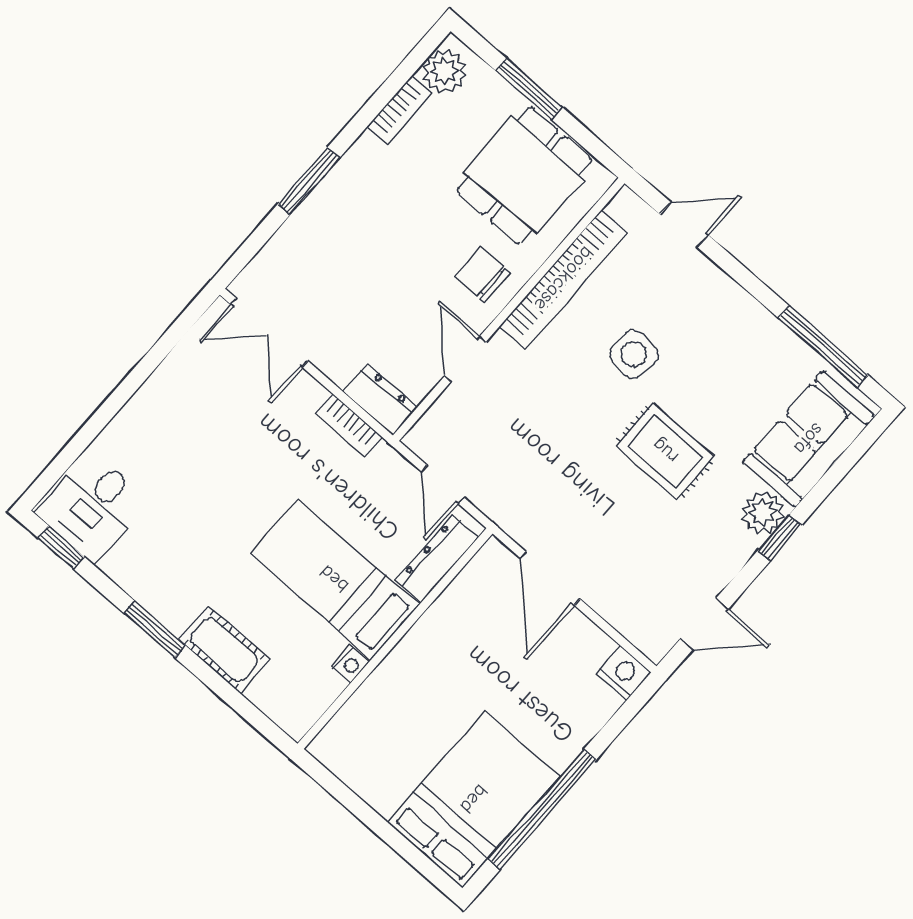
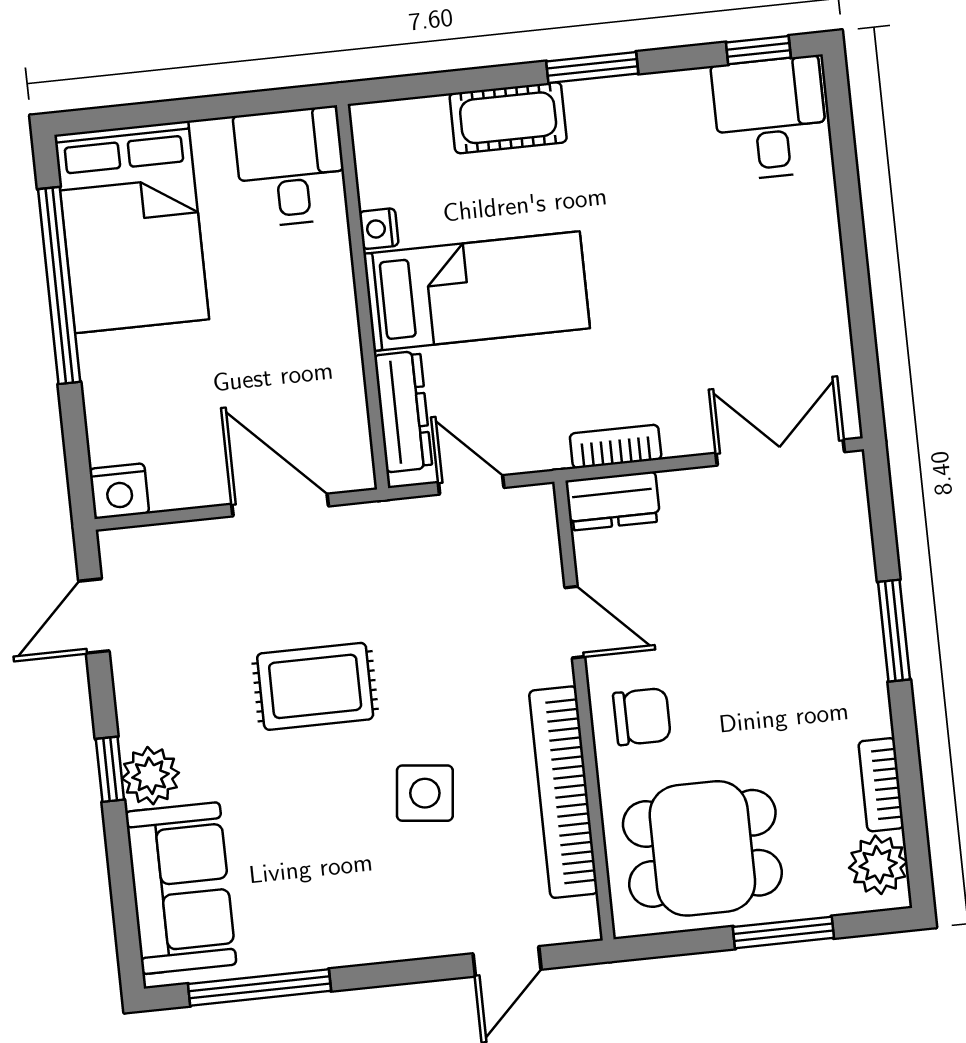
dining table: (524, 175) -> (702, 848), turned 90
rug: (665, 451) -> (315, 686), moved
desk: (361, 743) -> (291, 167), added

